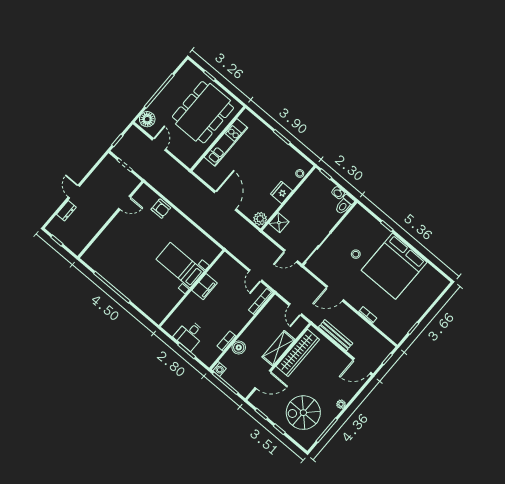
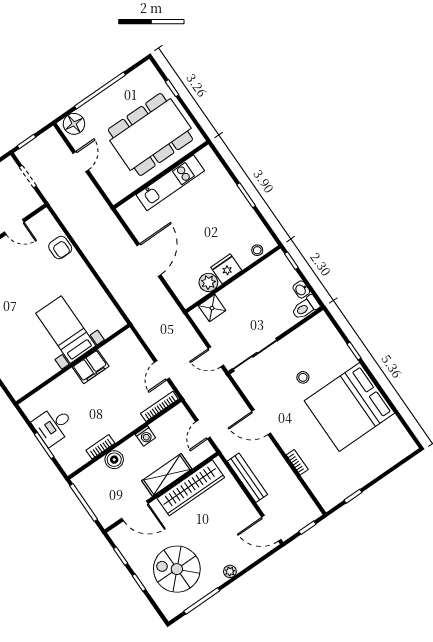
plant: (260, 219) -> (208, 282), moved
washing machine: (219, 369) -> (145, 436), moved

